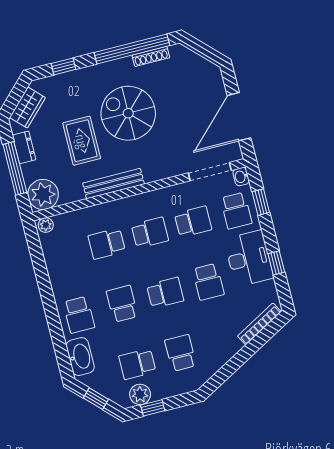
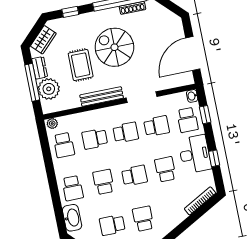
doorway: (210, 172) -> (142, 97), moved
plant: (43, 194) -> (49, 89), moved
school desk: (64, 255) -> (64, 145), added
school desk: (208, 282) -> (165, 169), turned 180

